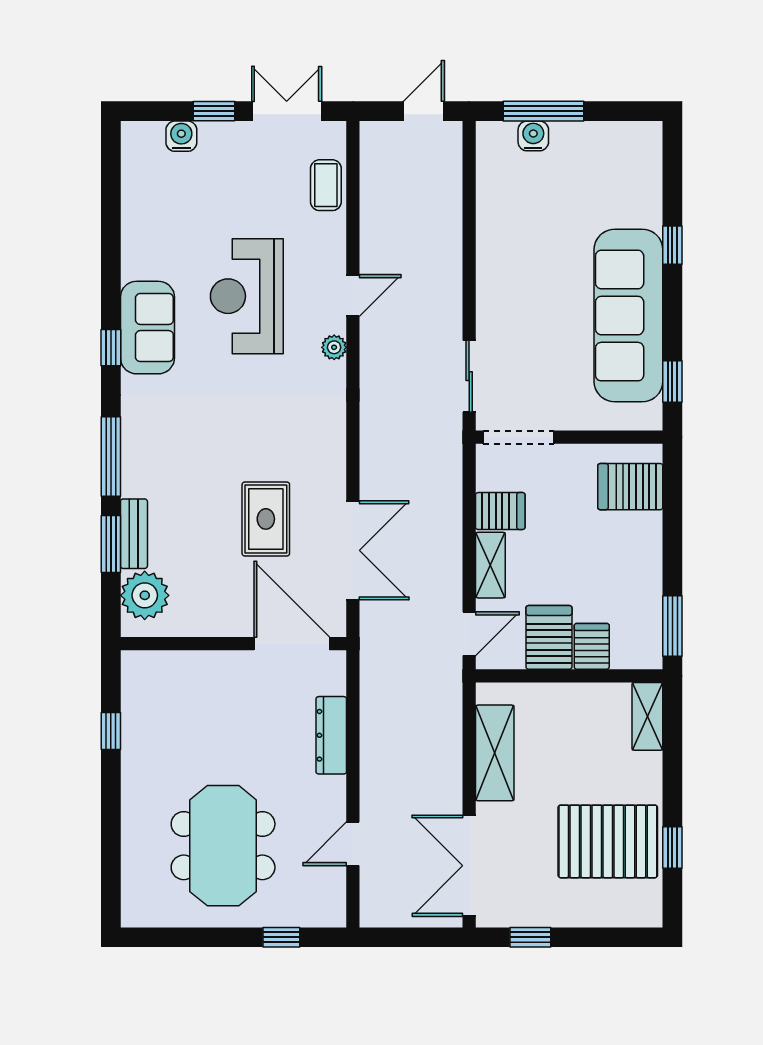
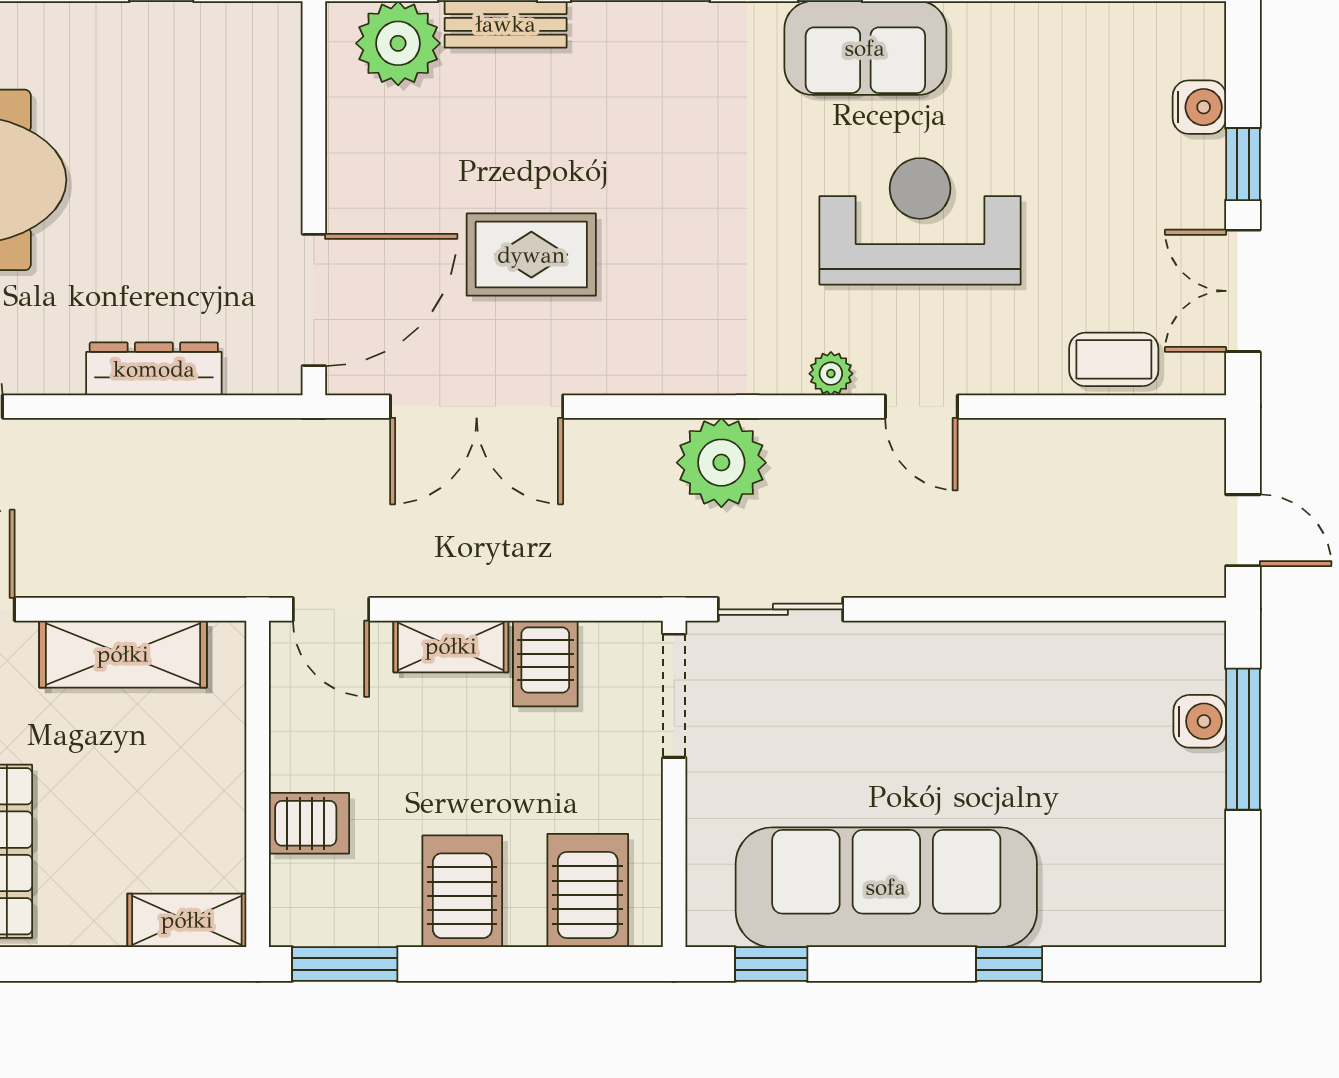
double door: (287, 111) -> (1243, 291), swing flipped
plant: (385, 410) -> (721, 463), added
server rack: (549, 637) -> (462, 891), moved, turned -90

